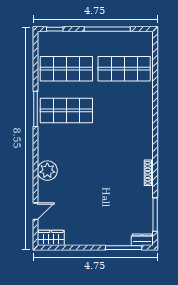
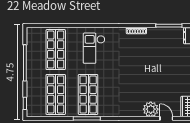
checkout: (126, 118) -> (94, 48), added
plant: (47, 171) -> (151, 109), moved

